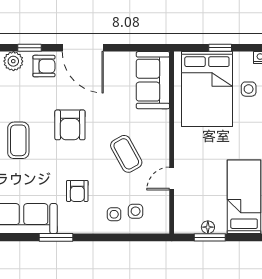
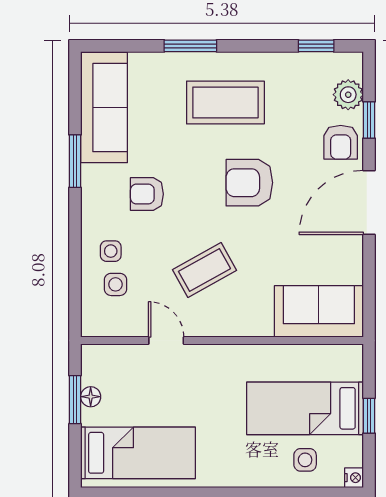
bed: (207, 89) -> (305, 408), width x0.67
coffee table: (18, 140) -> (225, 103), width x1.36, depth x1.32

